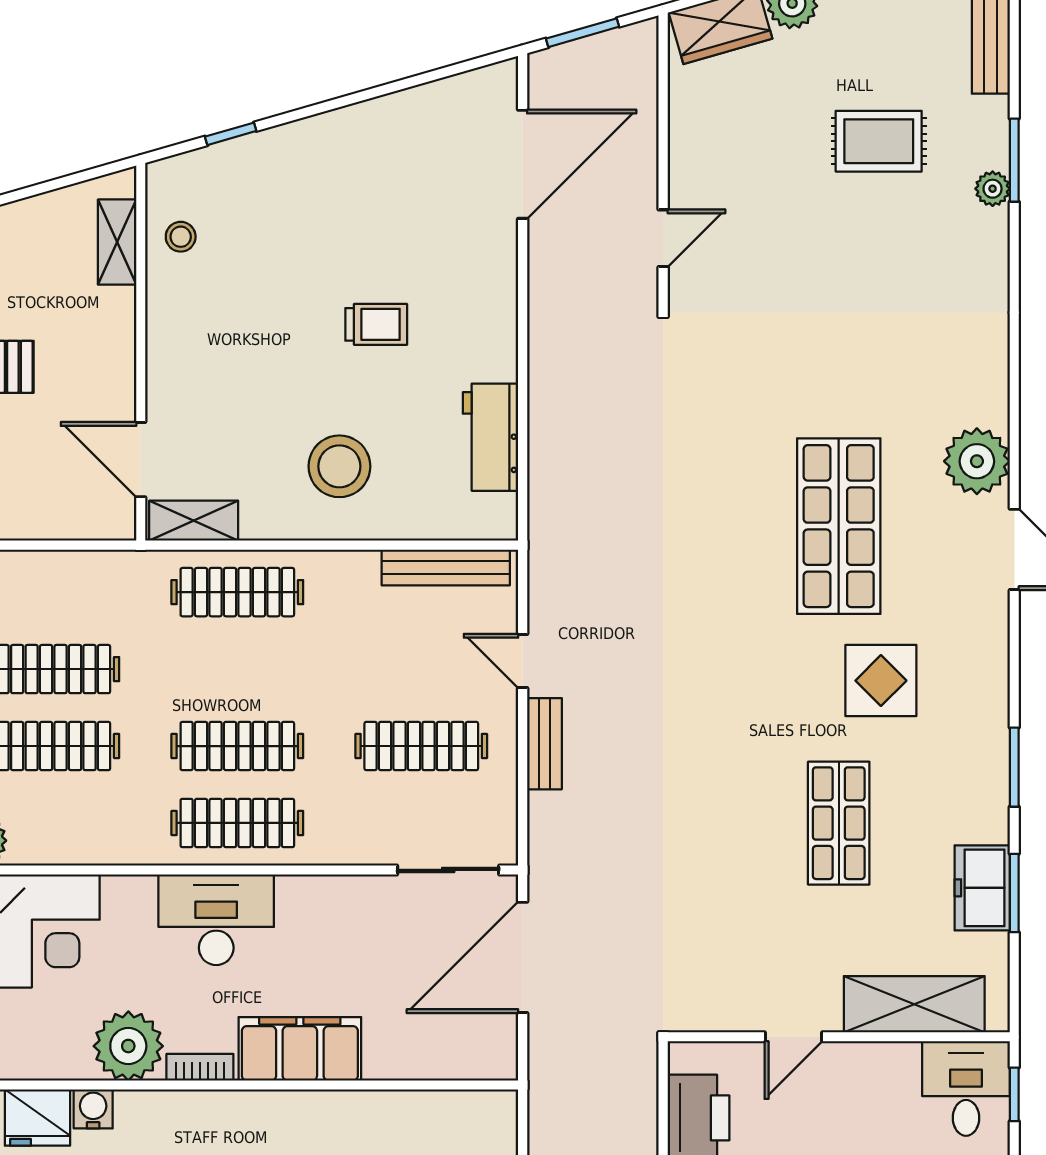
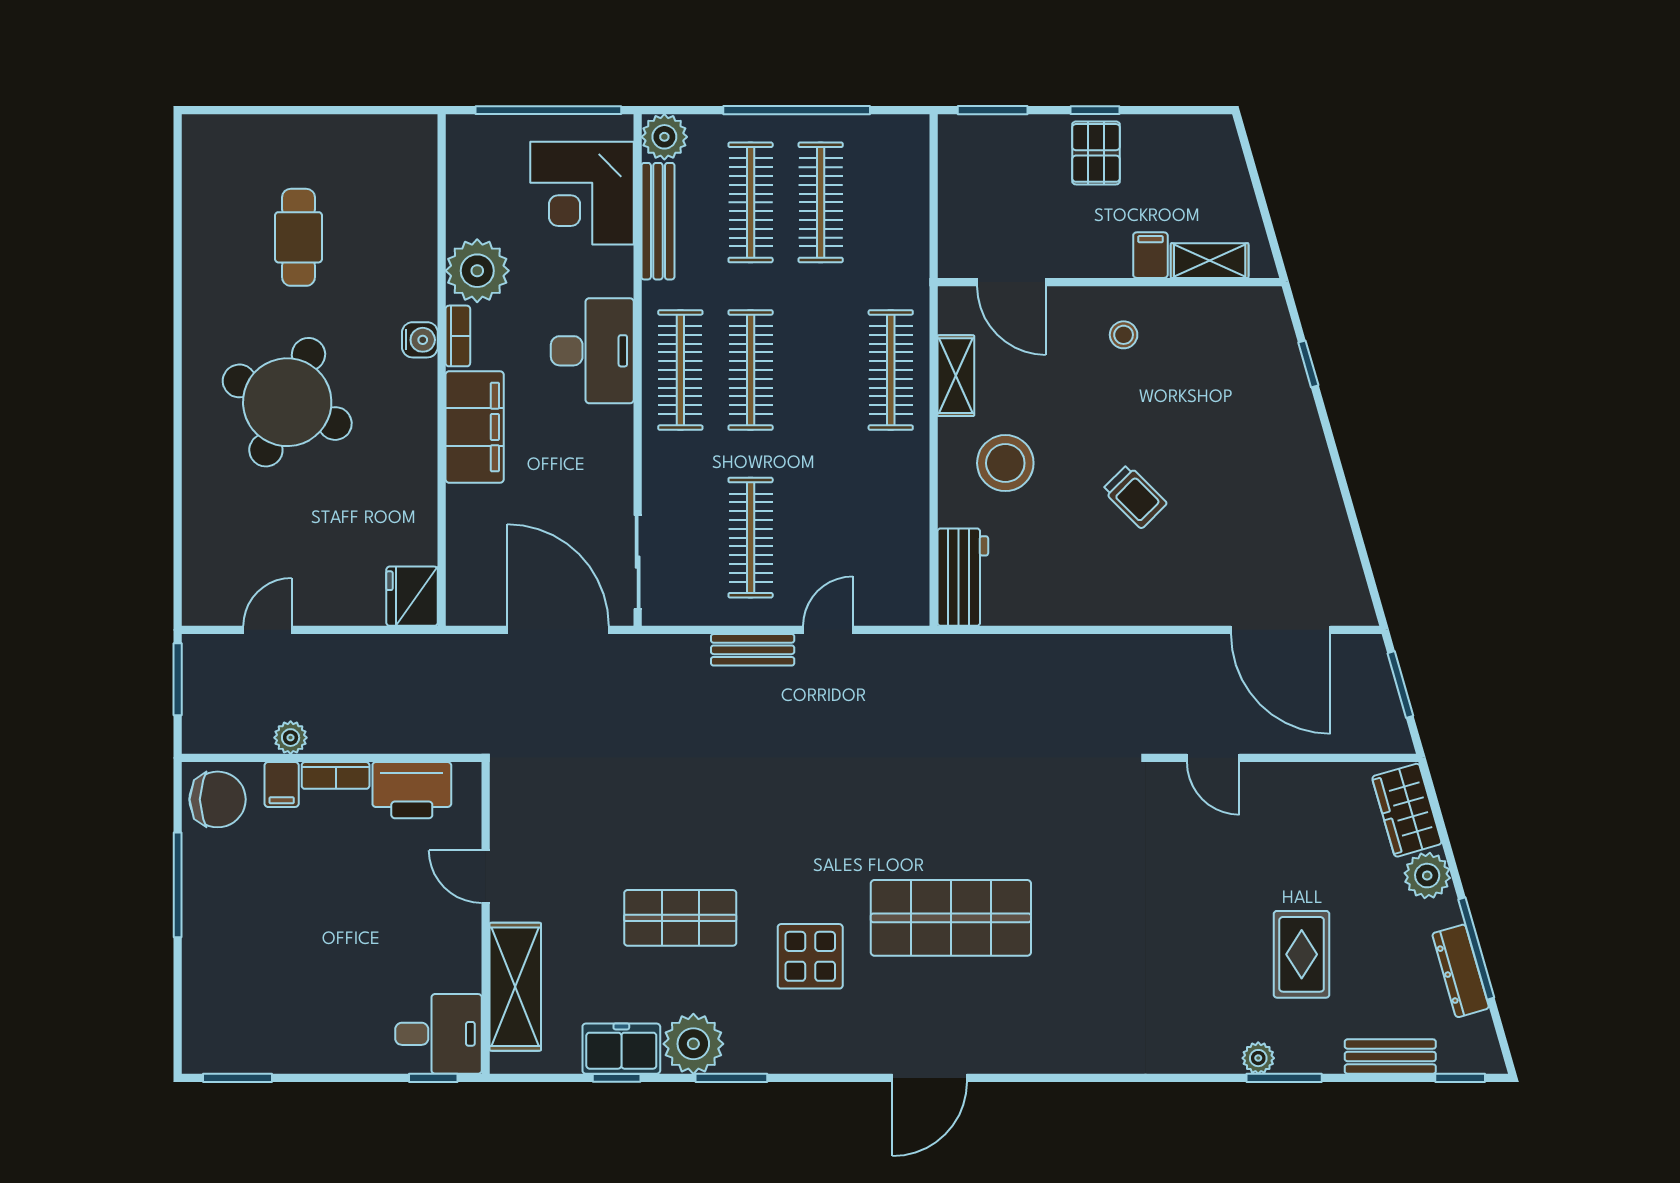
stool: (181, 237) -> (1124, 335), moved
filing cabinet: (111, 307) -> (1150, 255), added
trolley: (376, 324) -> (1135, 497), turned -45
workbench: (491, 437) -> (963, 577), moved, turned 90
door: (141, 460) -> (1011, 282), swing flipped
plant: (977, 461) -> (693, 1044), moved
shelving: (194, 521) -> (956, 376), moved
bench: (446, 567) -> (658, 221), moved
window: (1014, 893) -> (617, 1078), width x0.67
water cooler: (93, 1109) -> (420, 340), moved
fridge: (37, 1118) -> (412, 596), moved

